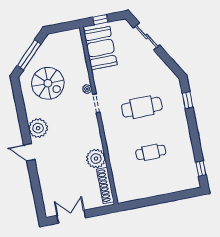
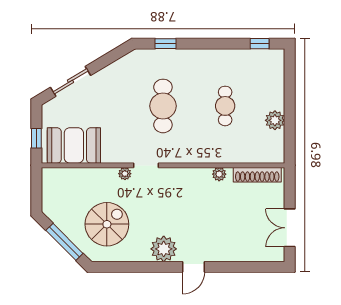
plant: (96, 159) -> (219, 174), width x0.53, depth x0.53
plant: (147, 191) -> (275, 120), added

